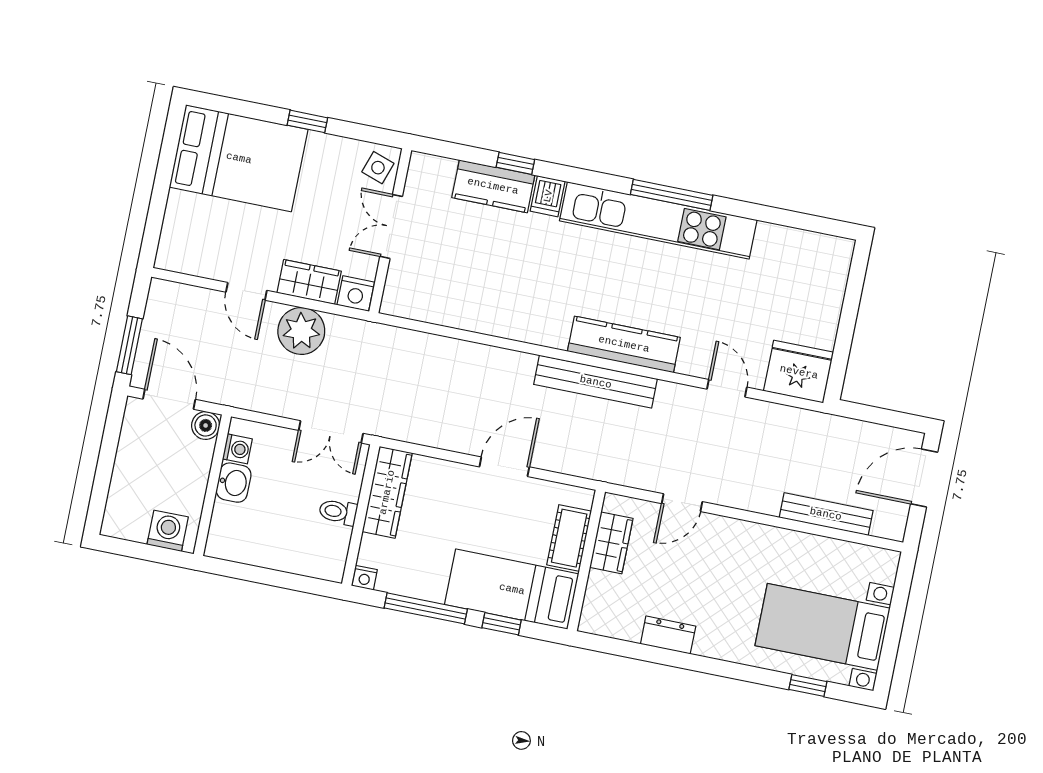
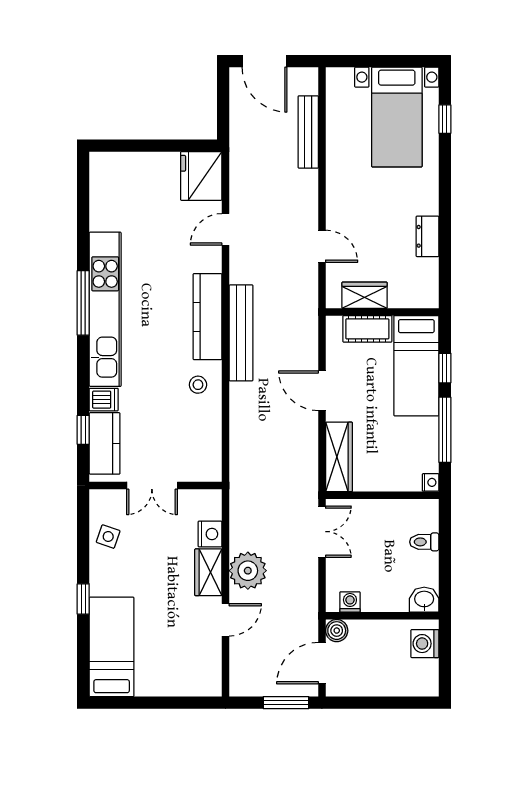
bed: (239, 158) -> (112, 647), width x0.67
double door: (391, 226) -> (152, 486), moved
wall: (390, 231) -> (156, 486), moved
stool: (543, 316) -> (198, 385), added
washbasin: (234, 483) -> (424, 600), moved
wardrobe: (387, 492) -> (339, 457), moved, turned 90
toilet: (338, 512) -> (424, 542), moved, turned 90

